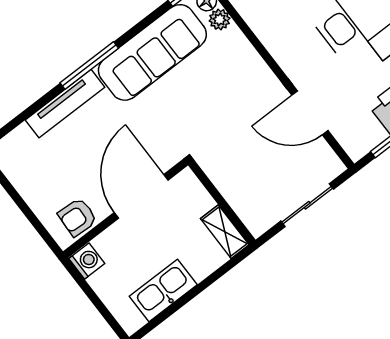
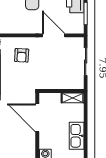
door: (310, 113) -> (54, 35), swing flipped
armchair: (77, 217) -> (22, 55), moved

